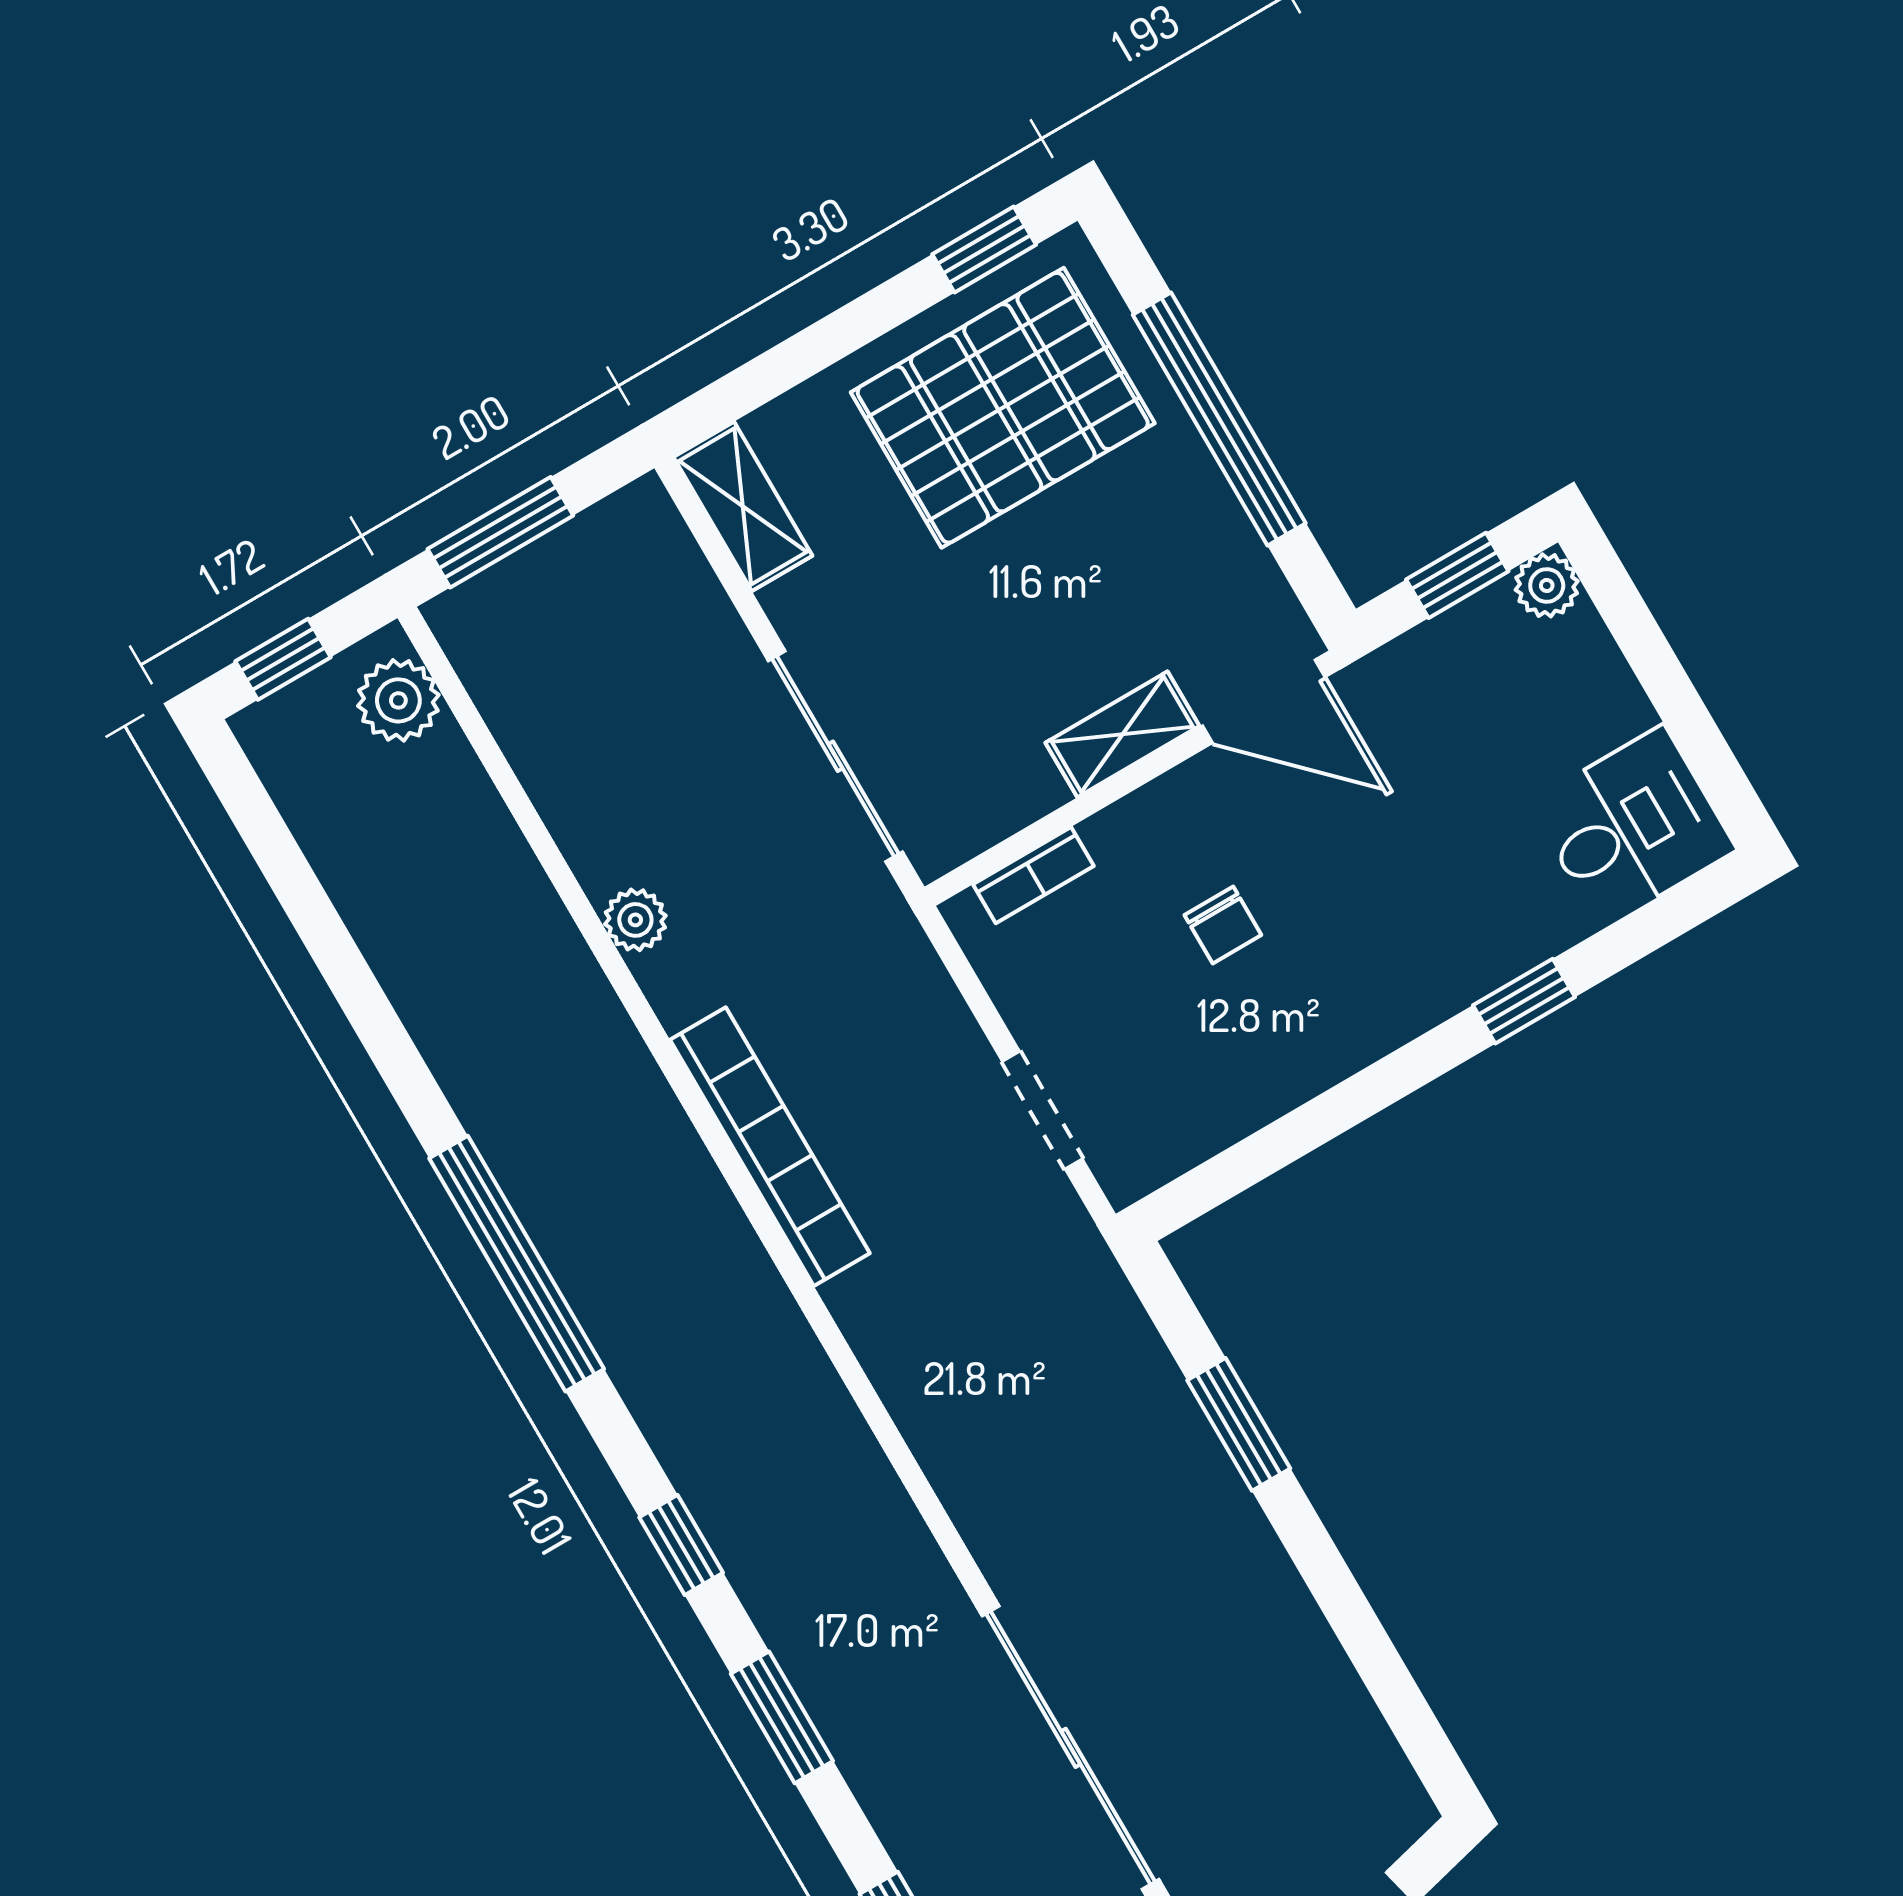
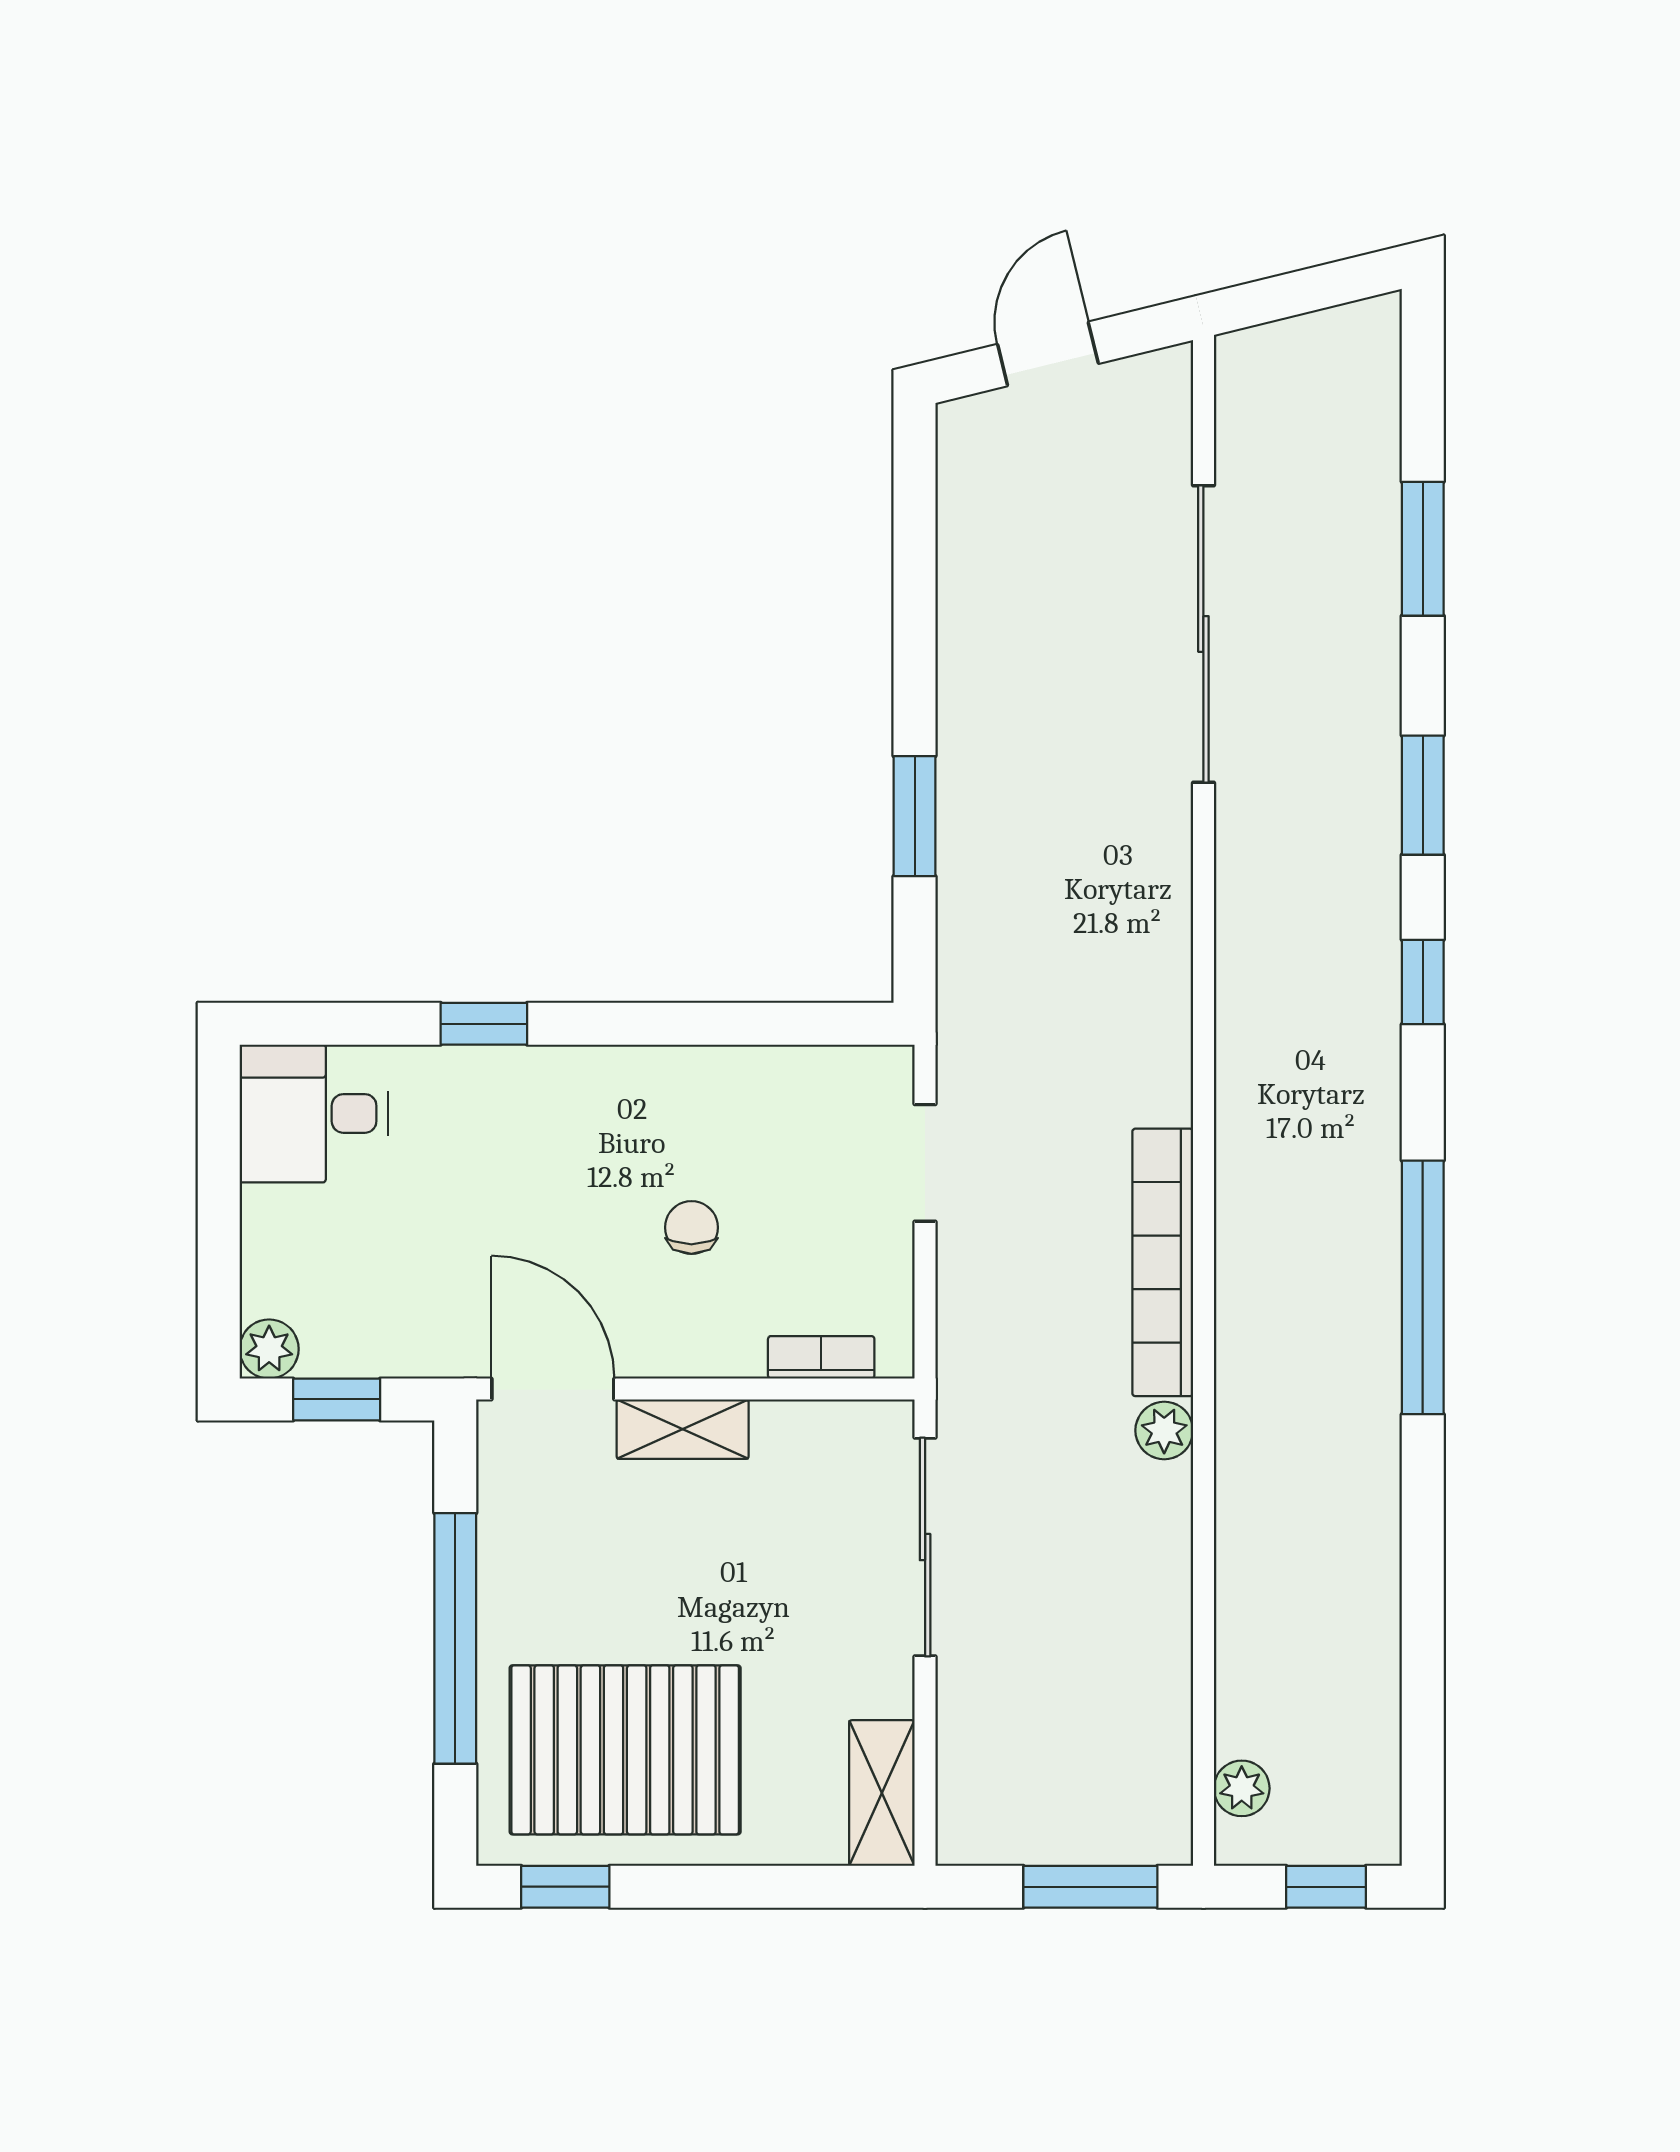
plant: (398, 700) -> (1242, 1788), width x0.73, depth x0.73
plant: (635, 920) -> (1164, 1430), moved

